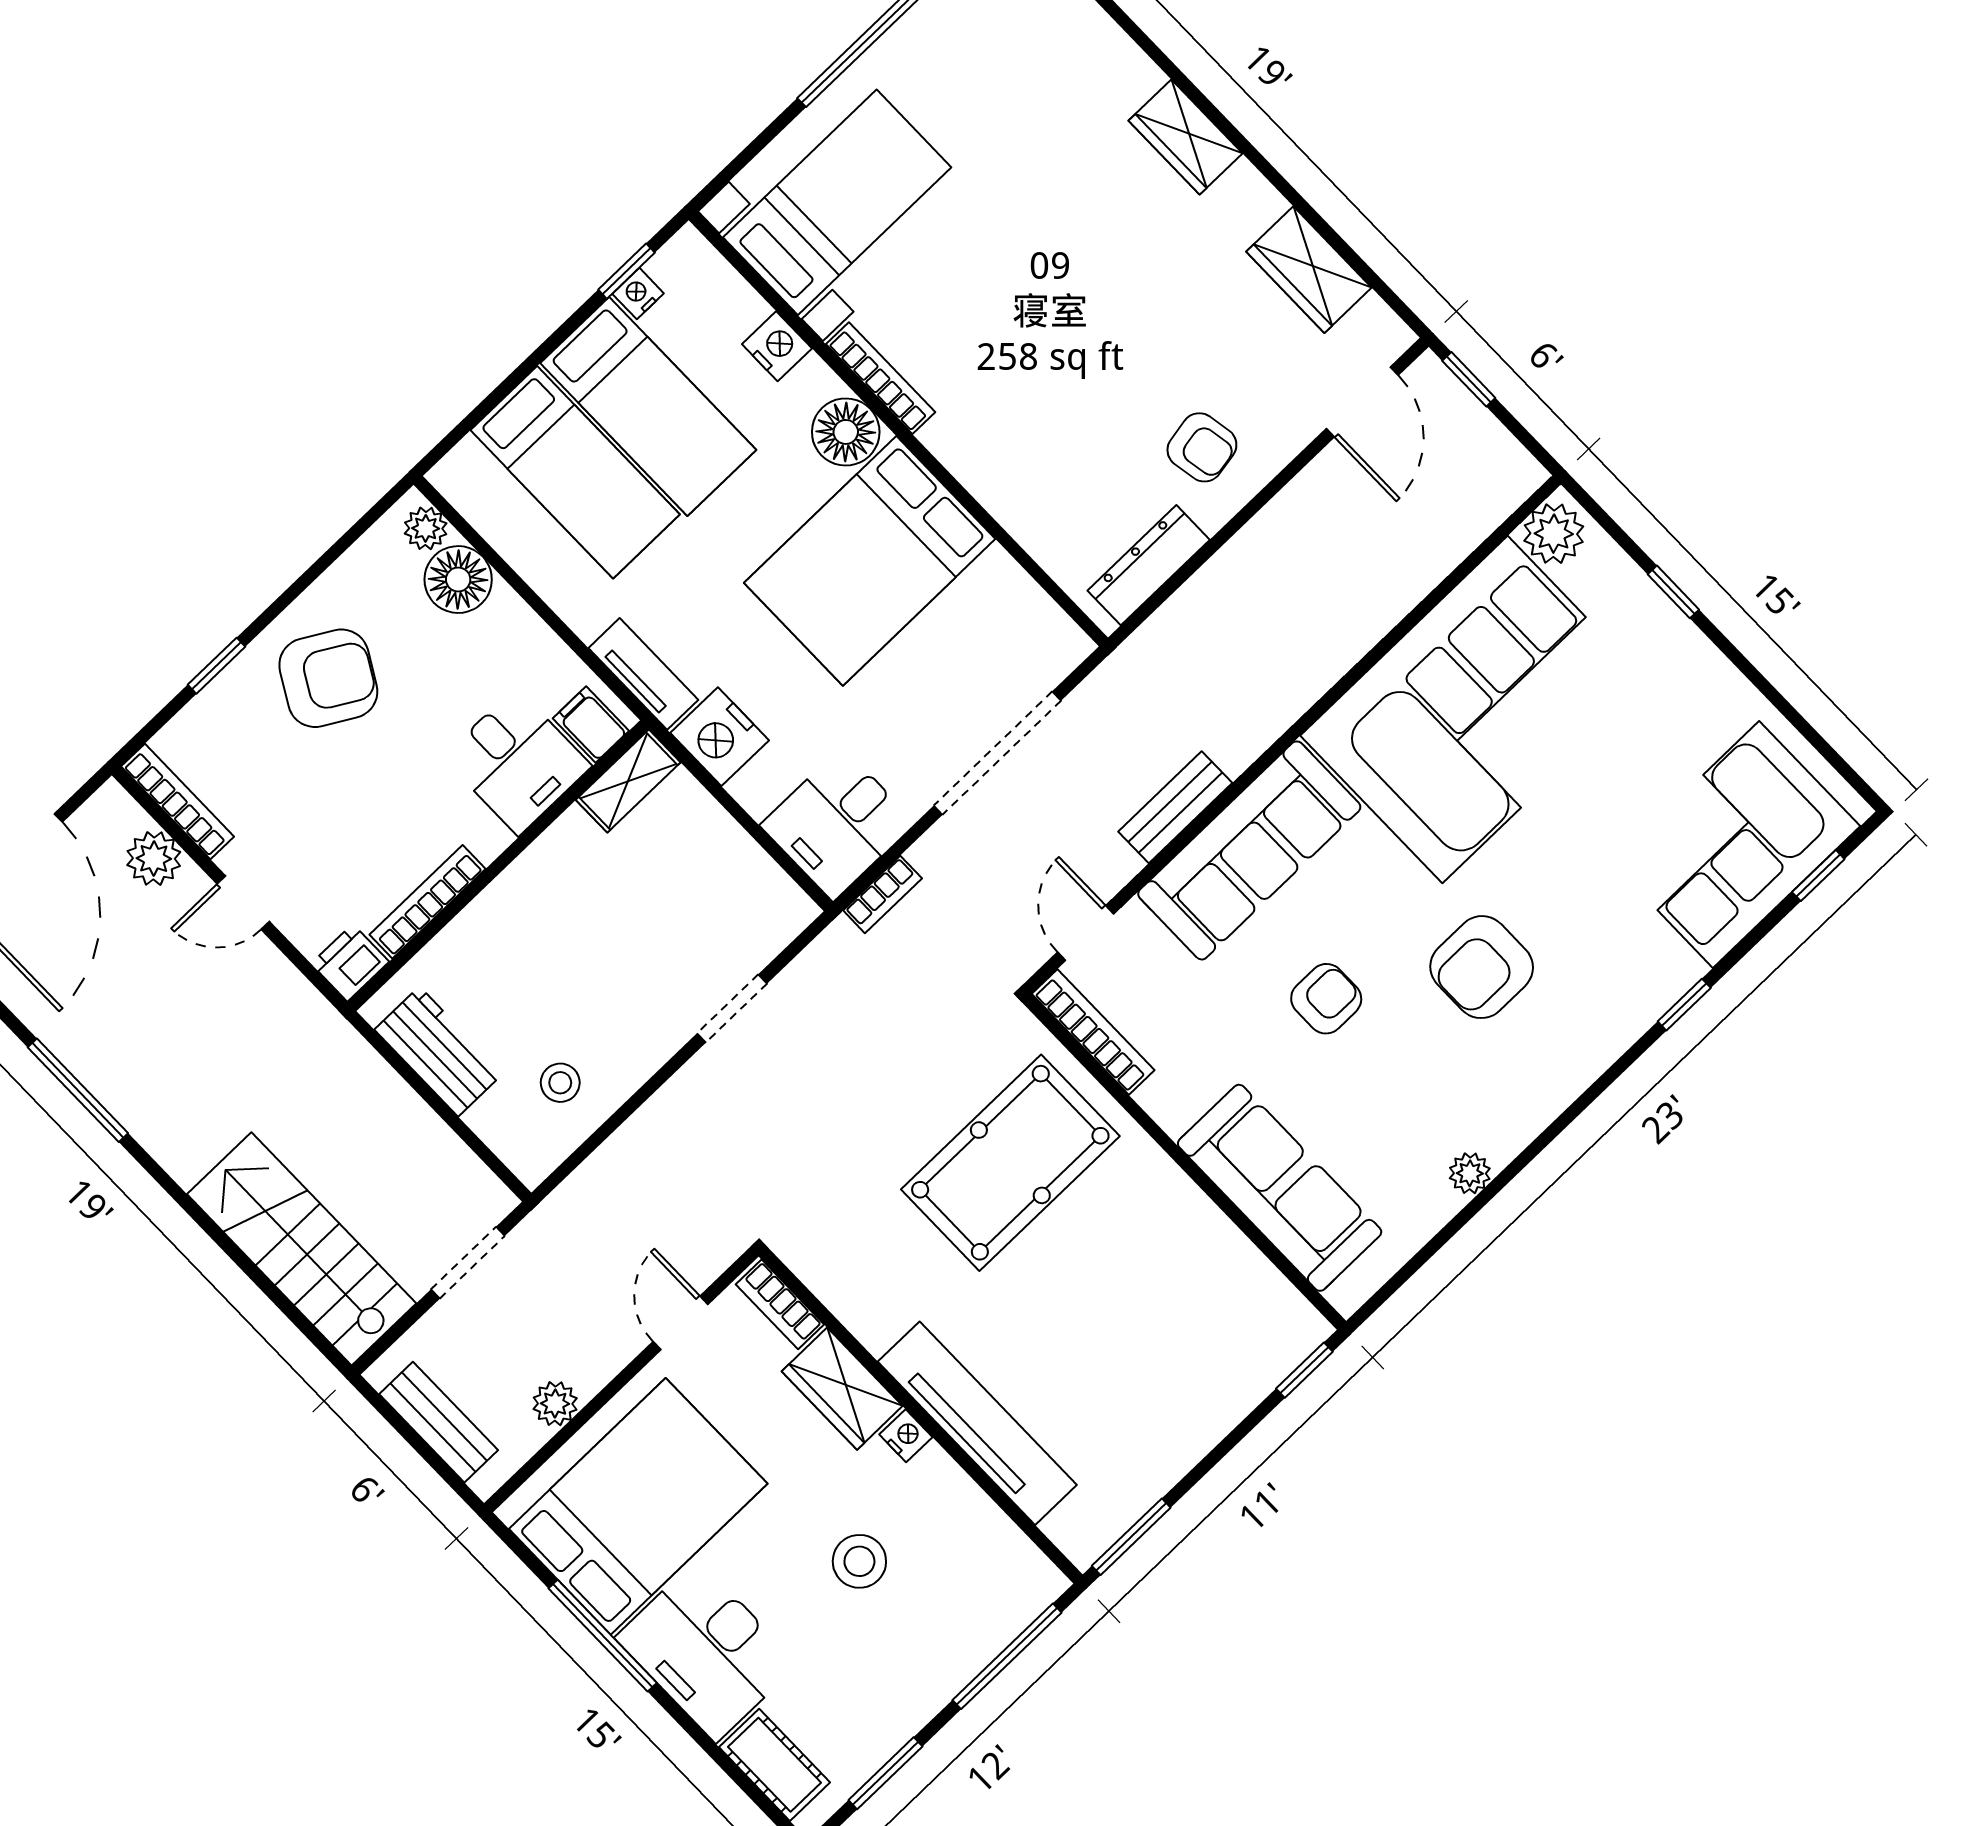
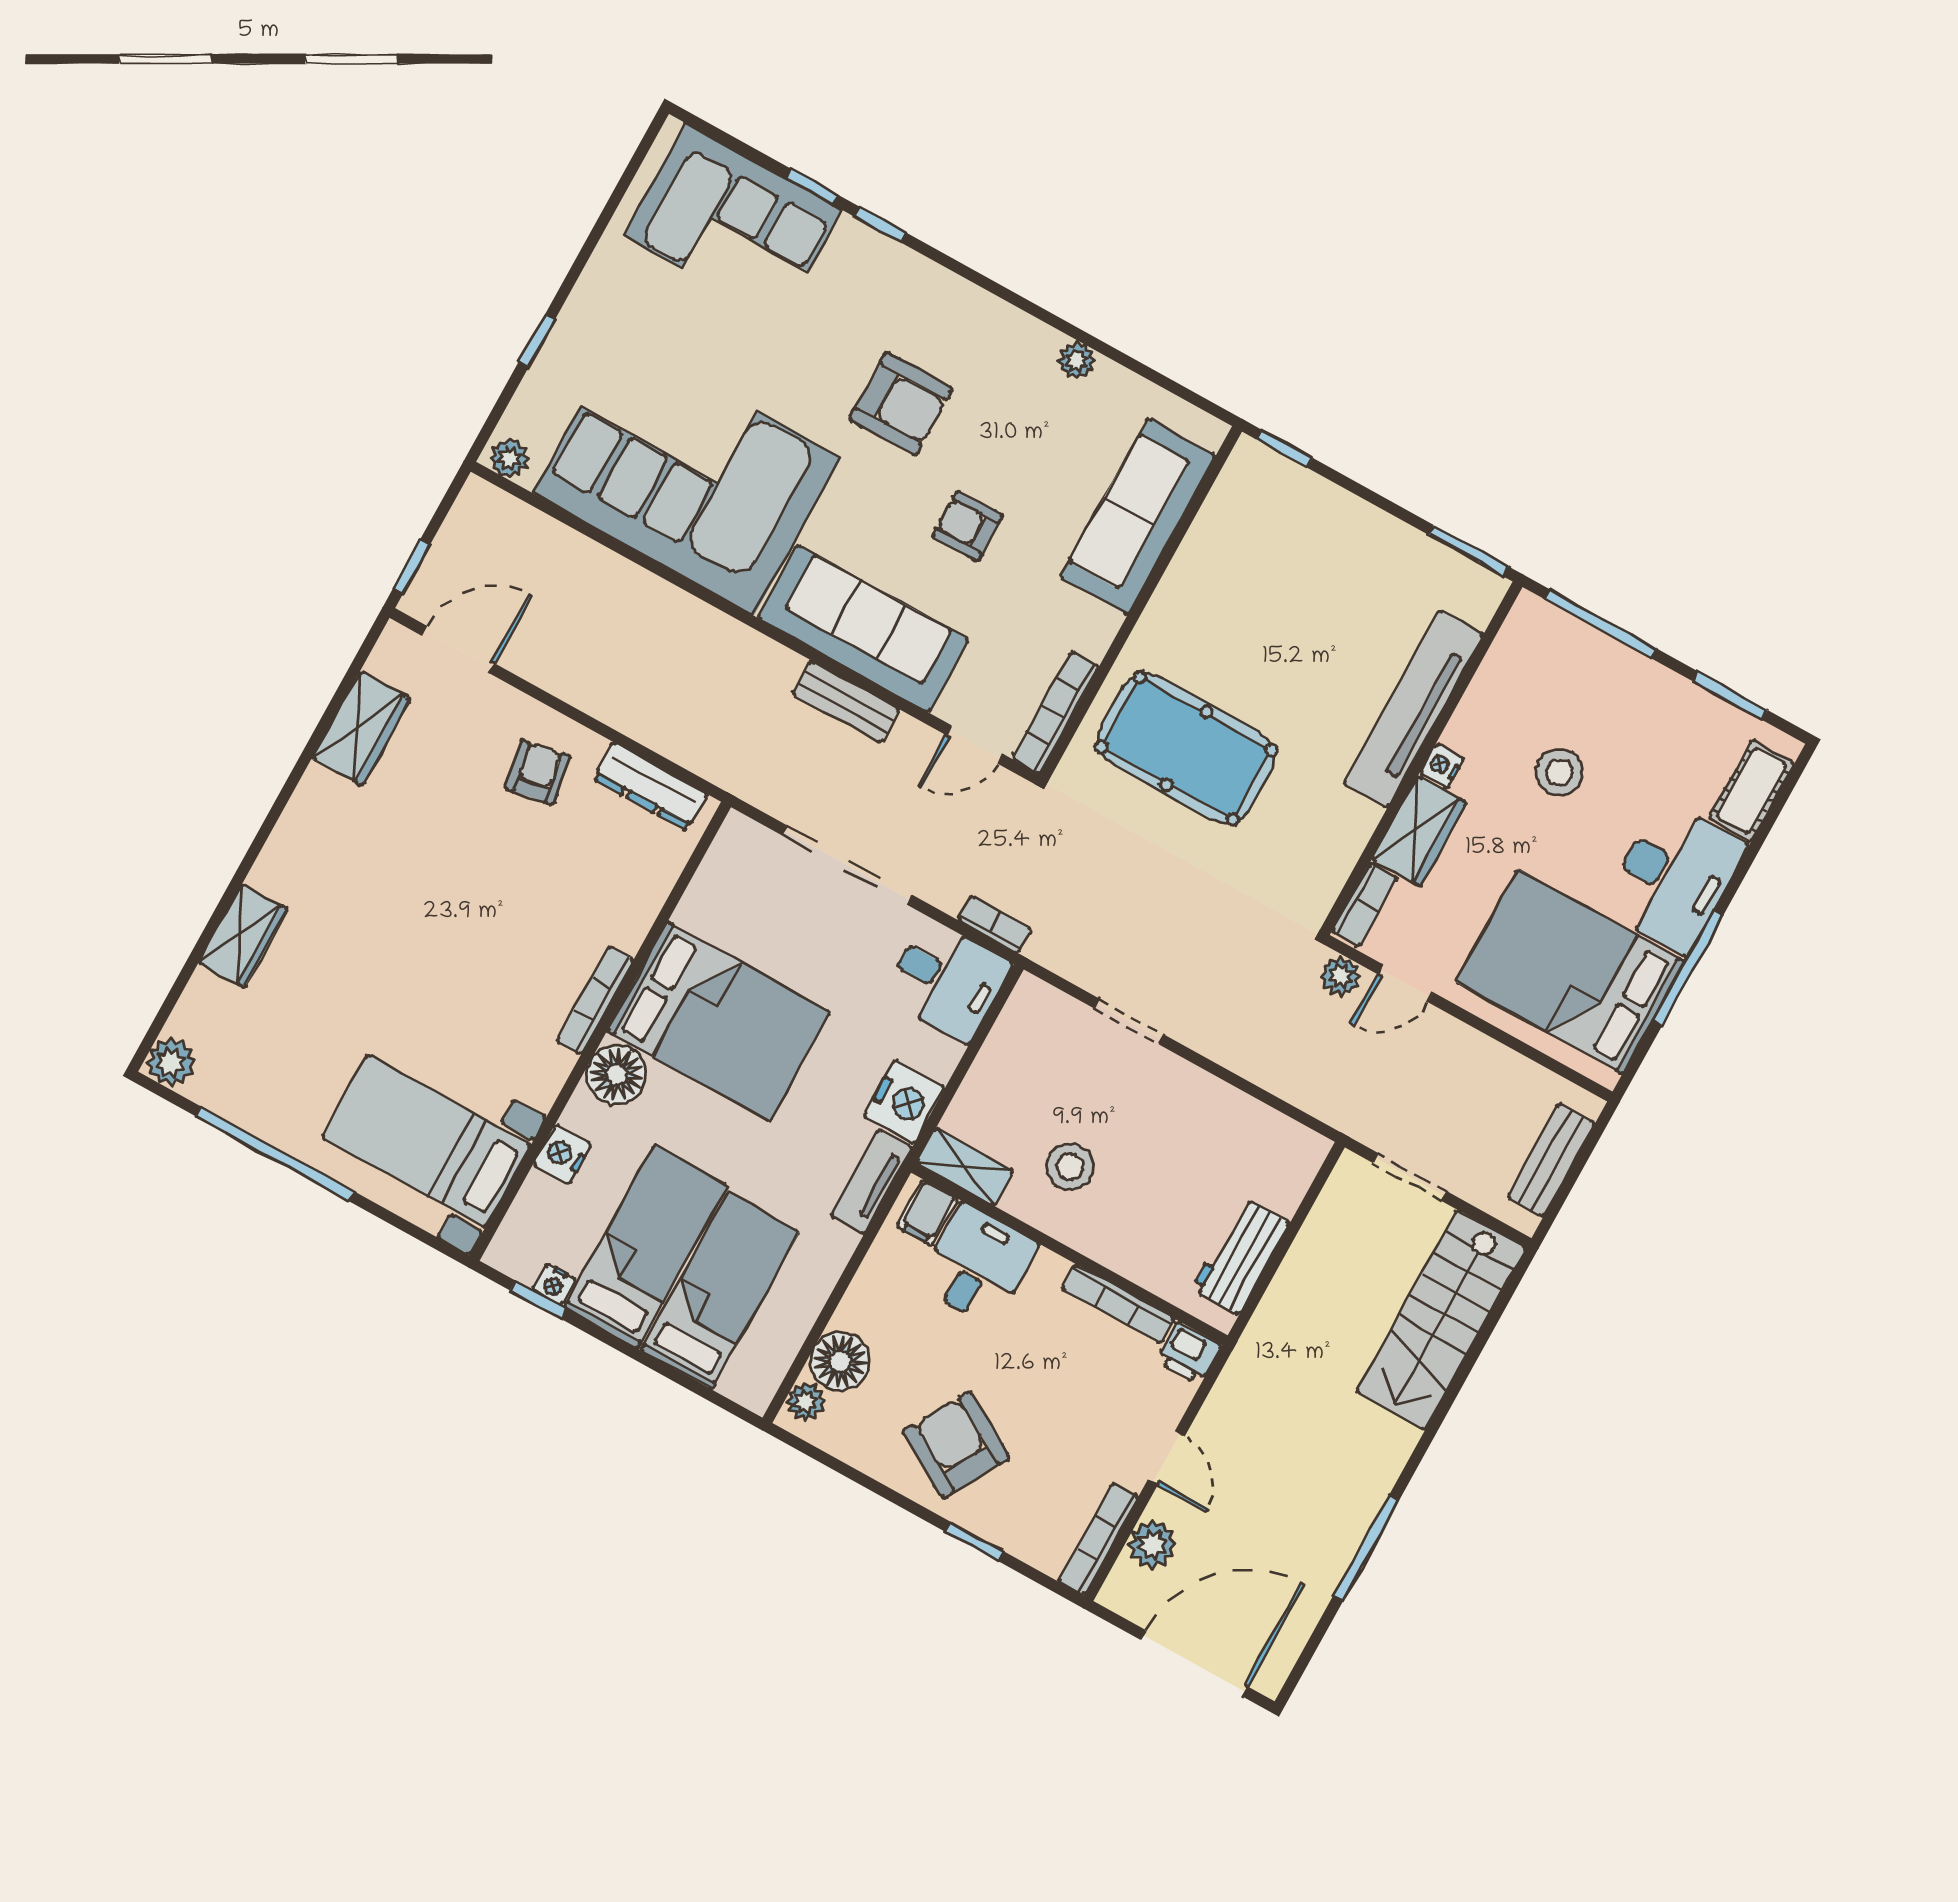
wardrobe: (1185, 137) -> (243, 936), moved
bookcase: (881, 378) -> (595, 1000), moved
plant: (1554, 534) -> (509, 458), width x0.73, depth x0.73
window: (1818, 876) -> (812, 187), moved
stool: (560, 1083) -> (1070, 1167), moved, width x1.37, depth x1.37
plant: (555, 1404) -> (1341, 976), moved

